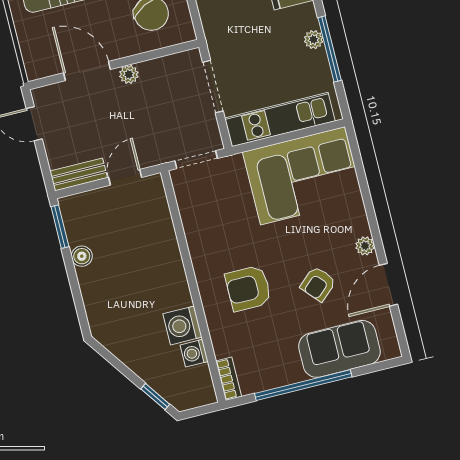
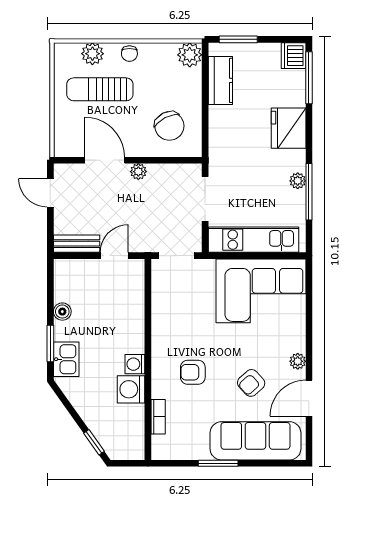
window: (60, 227) -> (50, 343), moved
armchair: (248, 288) -> (193, 372), width x0.72, depth x0.72
kitchen sink: (100, 310) -> (66, 359), added
sofa: (339, 349) -> (255, 441), width x1.36
washing machine: (194, 353) -> (135, 364), moved
bookcase: (229, 379) -> (158, 417), moved
window: (303, 385) -> (218, 463), width x0.47

